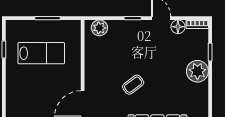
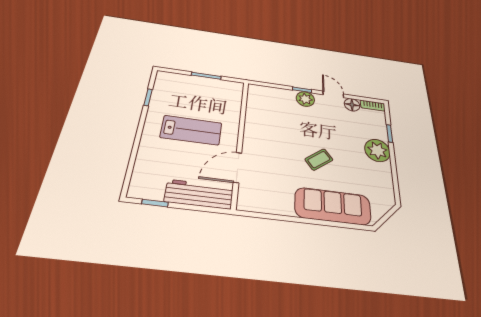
plant: (99, 28) -> (305, 99), moved
lab bench: (41, 53) -> (191, 130), moved
coffee table: (133, 85) -> (319, 160), moved

